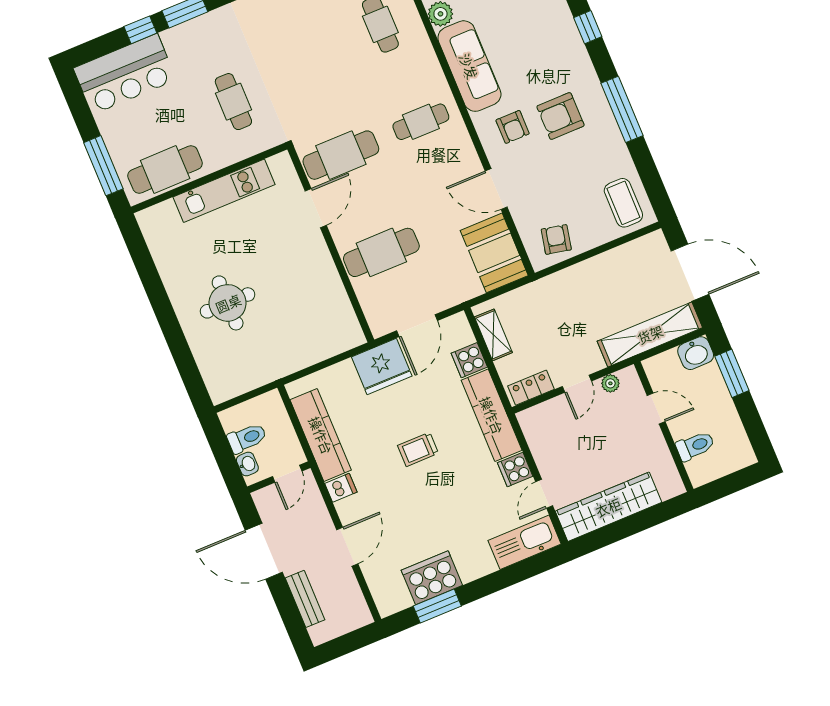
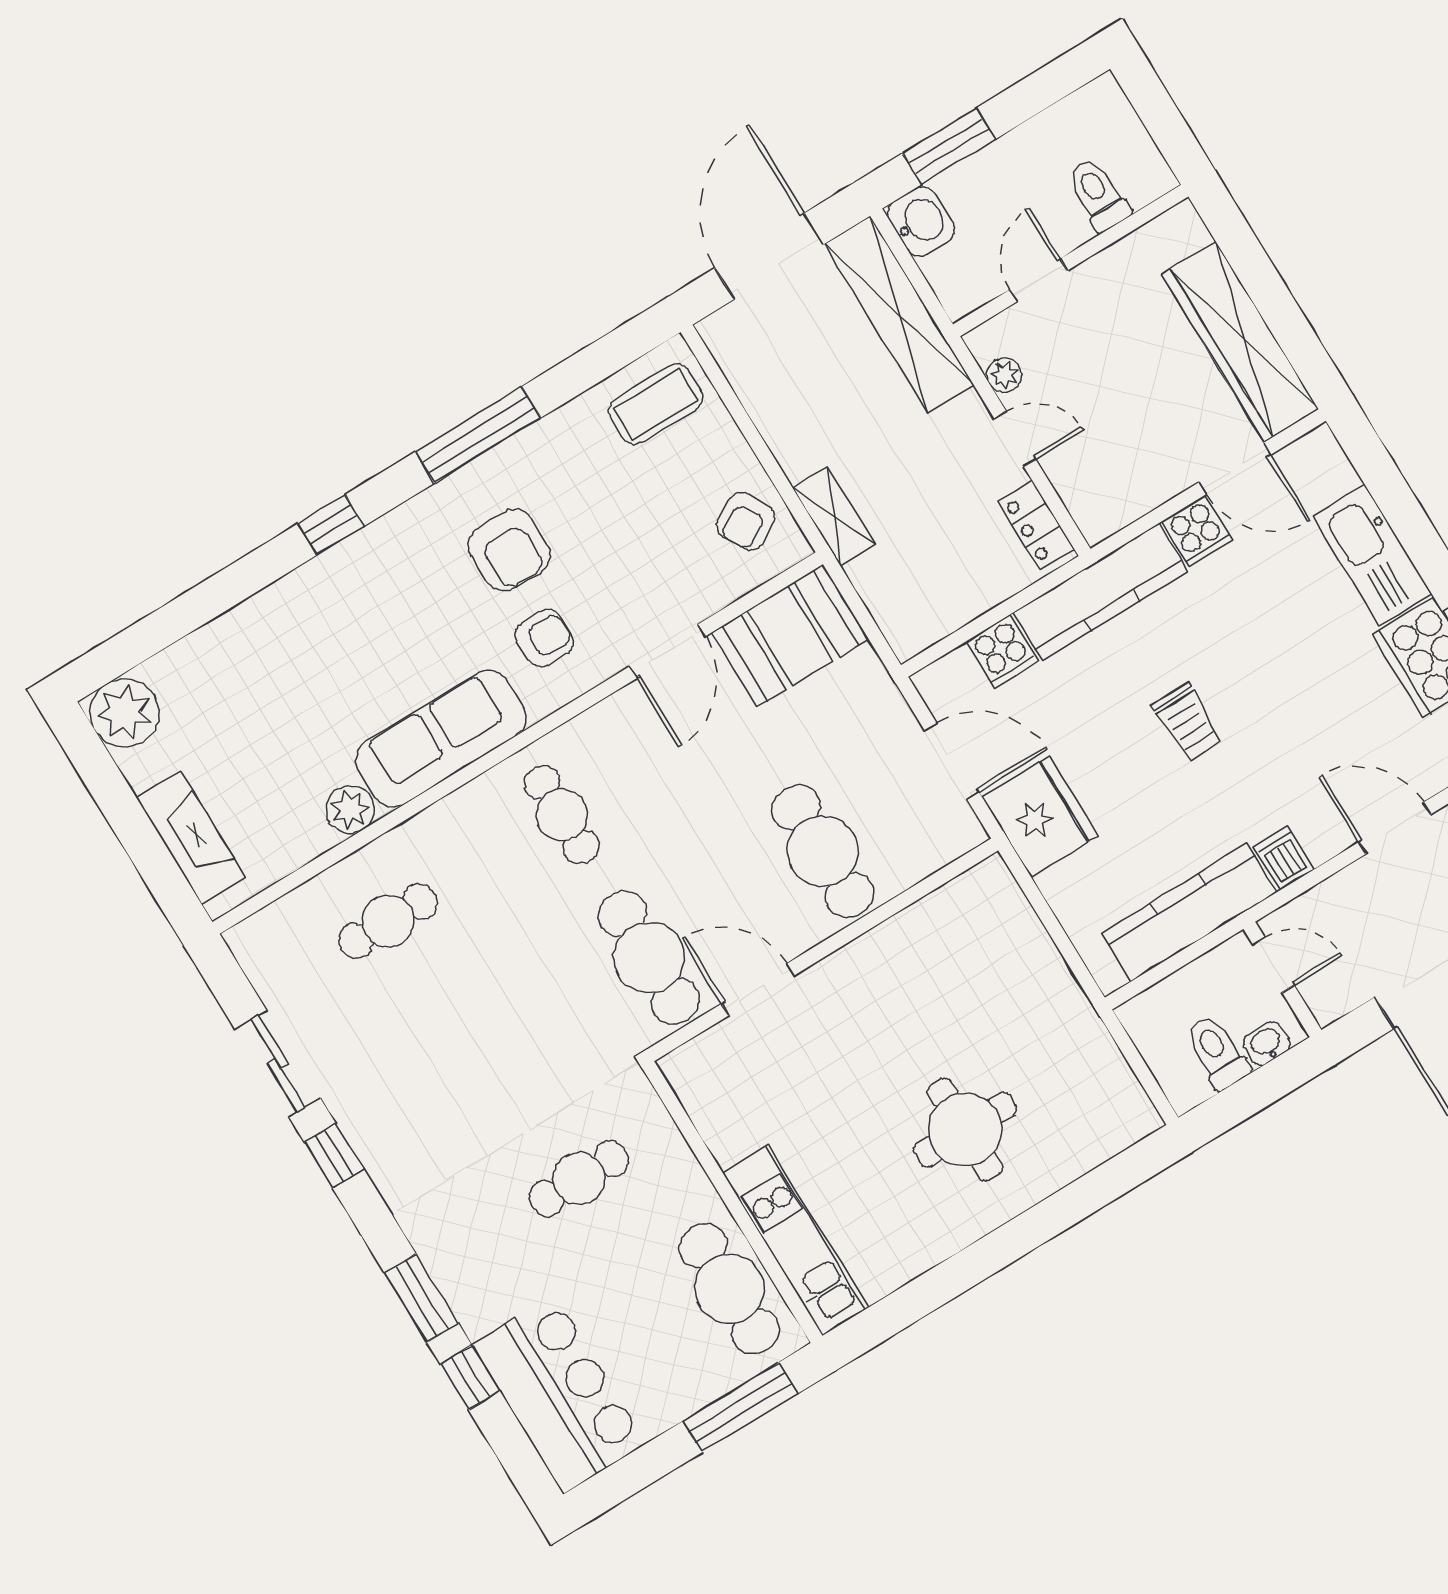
kitchen unit: (224, 191) -> (795, 1240), moved
armchair: (556, 239) -> (746, 521), turned -41
shelving: (493, 335) -> (834, 516), moved, turned 90
door: (544, 494) -> (1235, 469), width x1.37
kitchen sink: (525, 542) -> (1372, 555), moved

